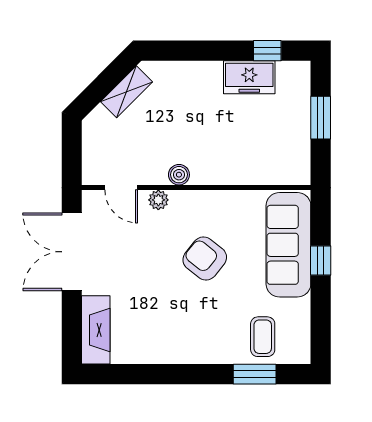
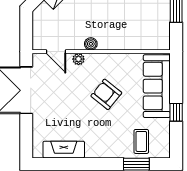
window: (321, 261) -> (176, 112), moved
fireplace: (96, 330) -> (64, 150), moved, turned -90

